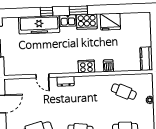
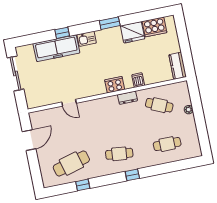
window: (78, 10) -> (110, 23), moved
cooker: (87, 22) -> (154, 27), moved
dresser: (66, 81) -> (128, 98), moved

